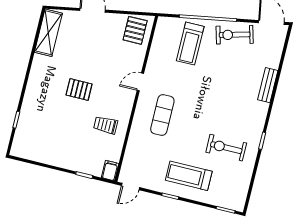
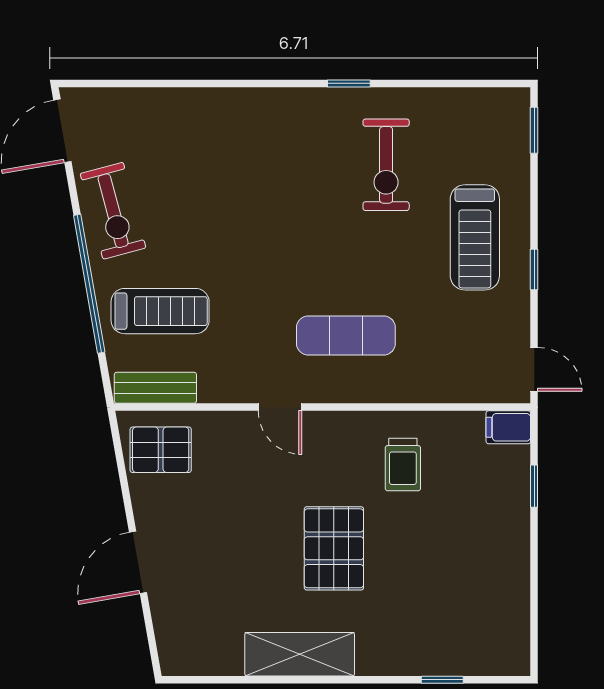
shelving: (48, 33) -> (300, 654), moved
bench: (268, 85) -> (155, 388), moved
pallet: (79, 89) -> (334, 548), width x1.50, depth x1.42

